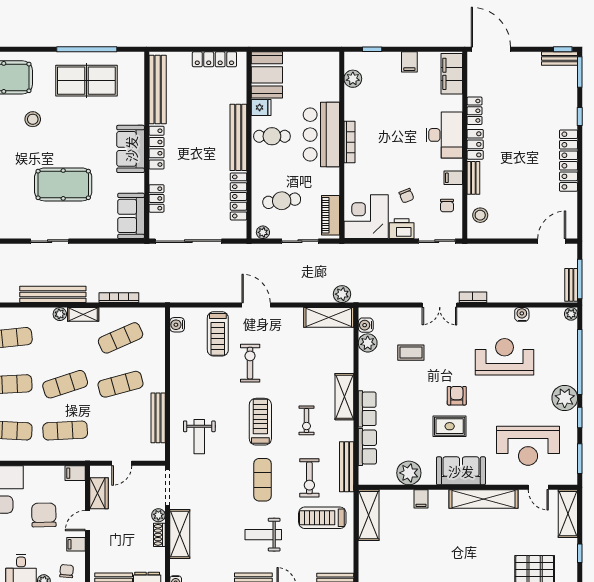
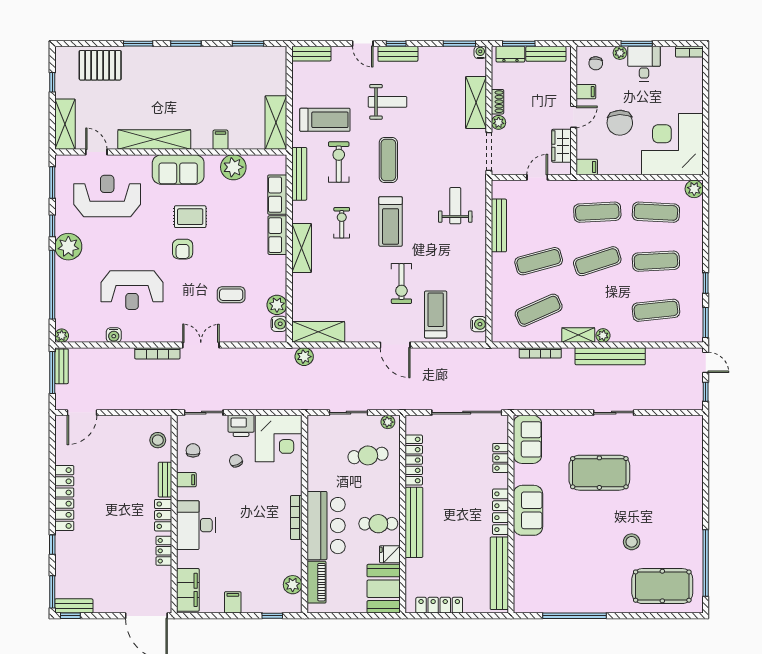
table tennis table: (86, 81) -> (575, 583), removed
piano: (330, 215) -> (316, 582), moved
bookcase: (473, 297) -> (157, 353), width x1.56

